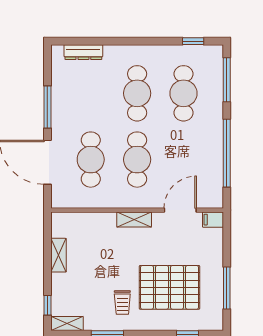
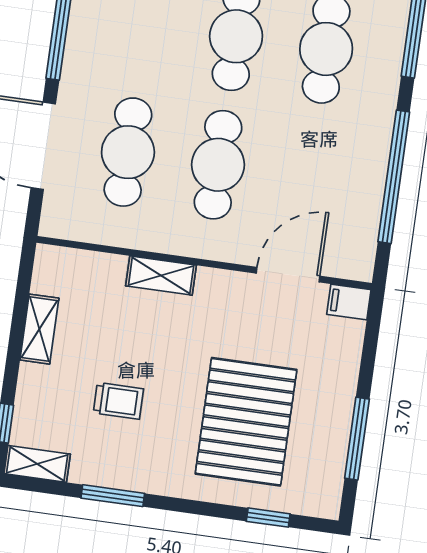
shelving: (134, 220) -> (161, 275), moved
pallet: (170, 287) -> (246, 422), turned 90
trolley: (122, 303) -> (118, 401), moved, turned -90

